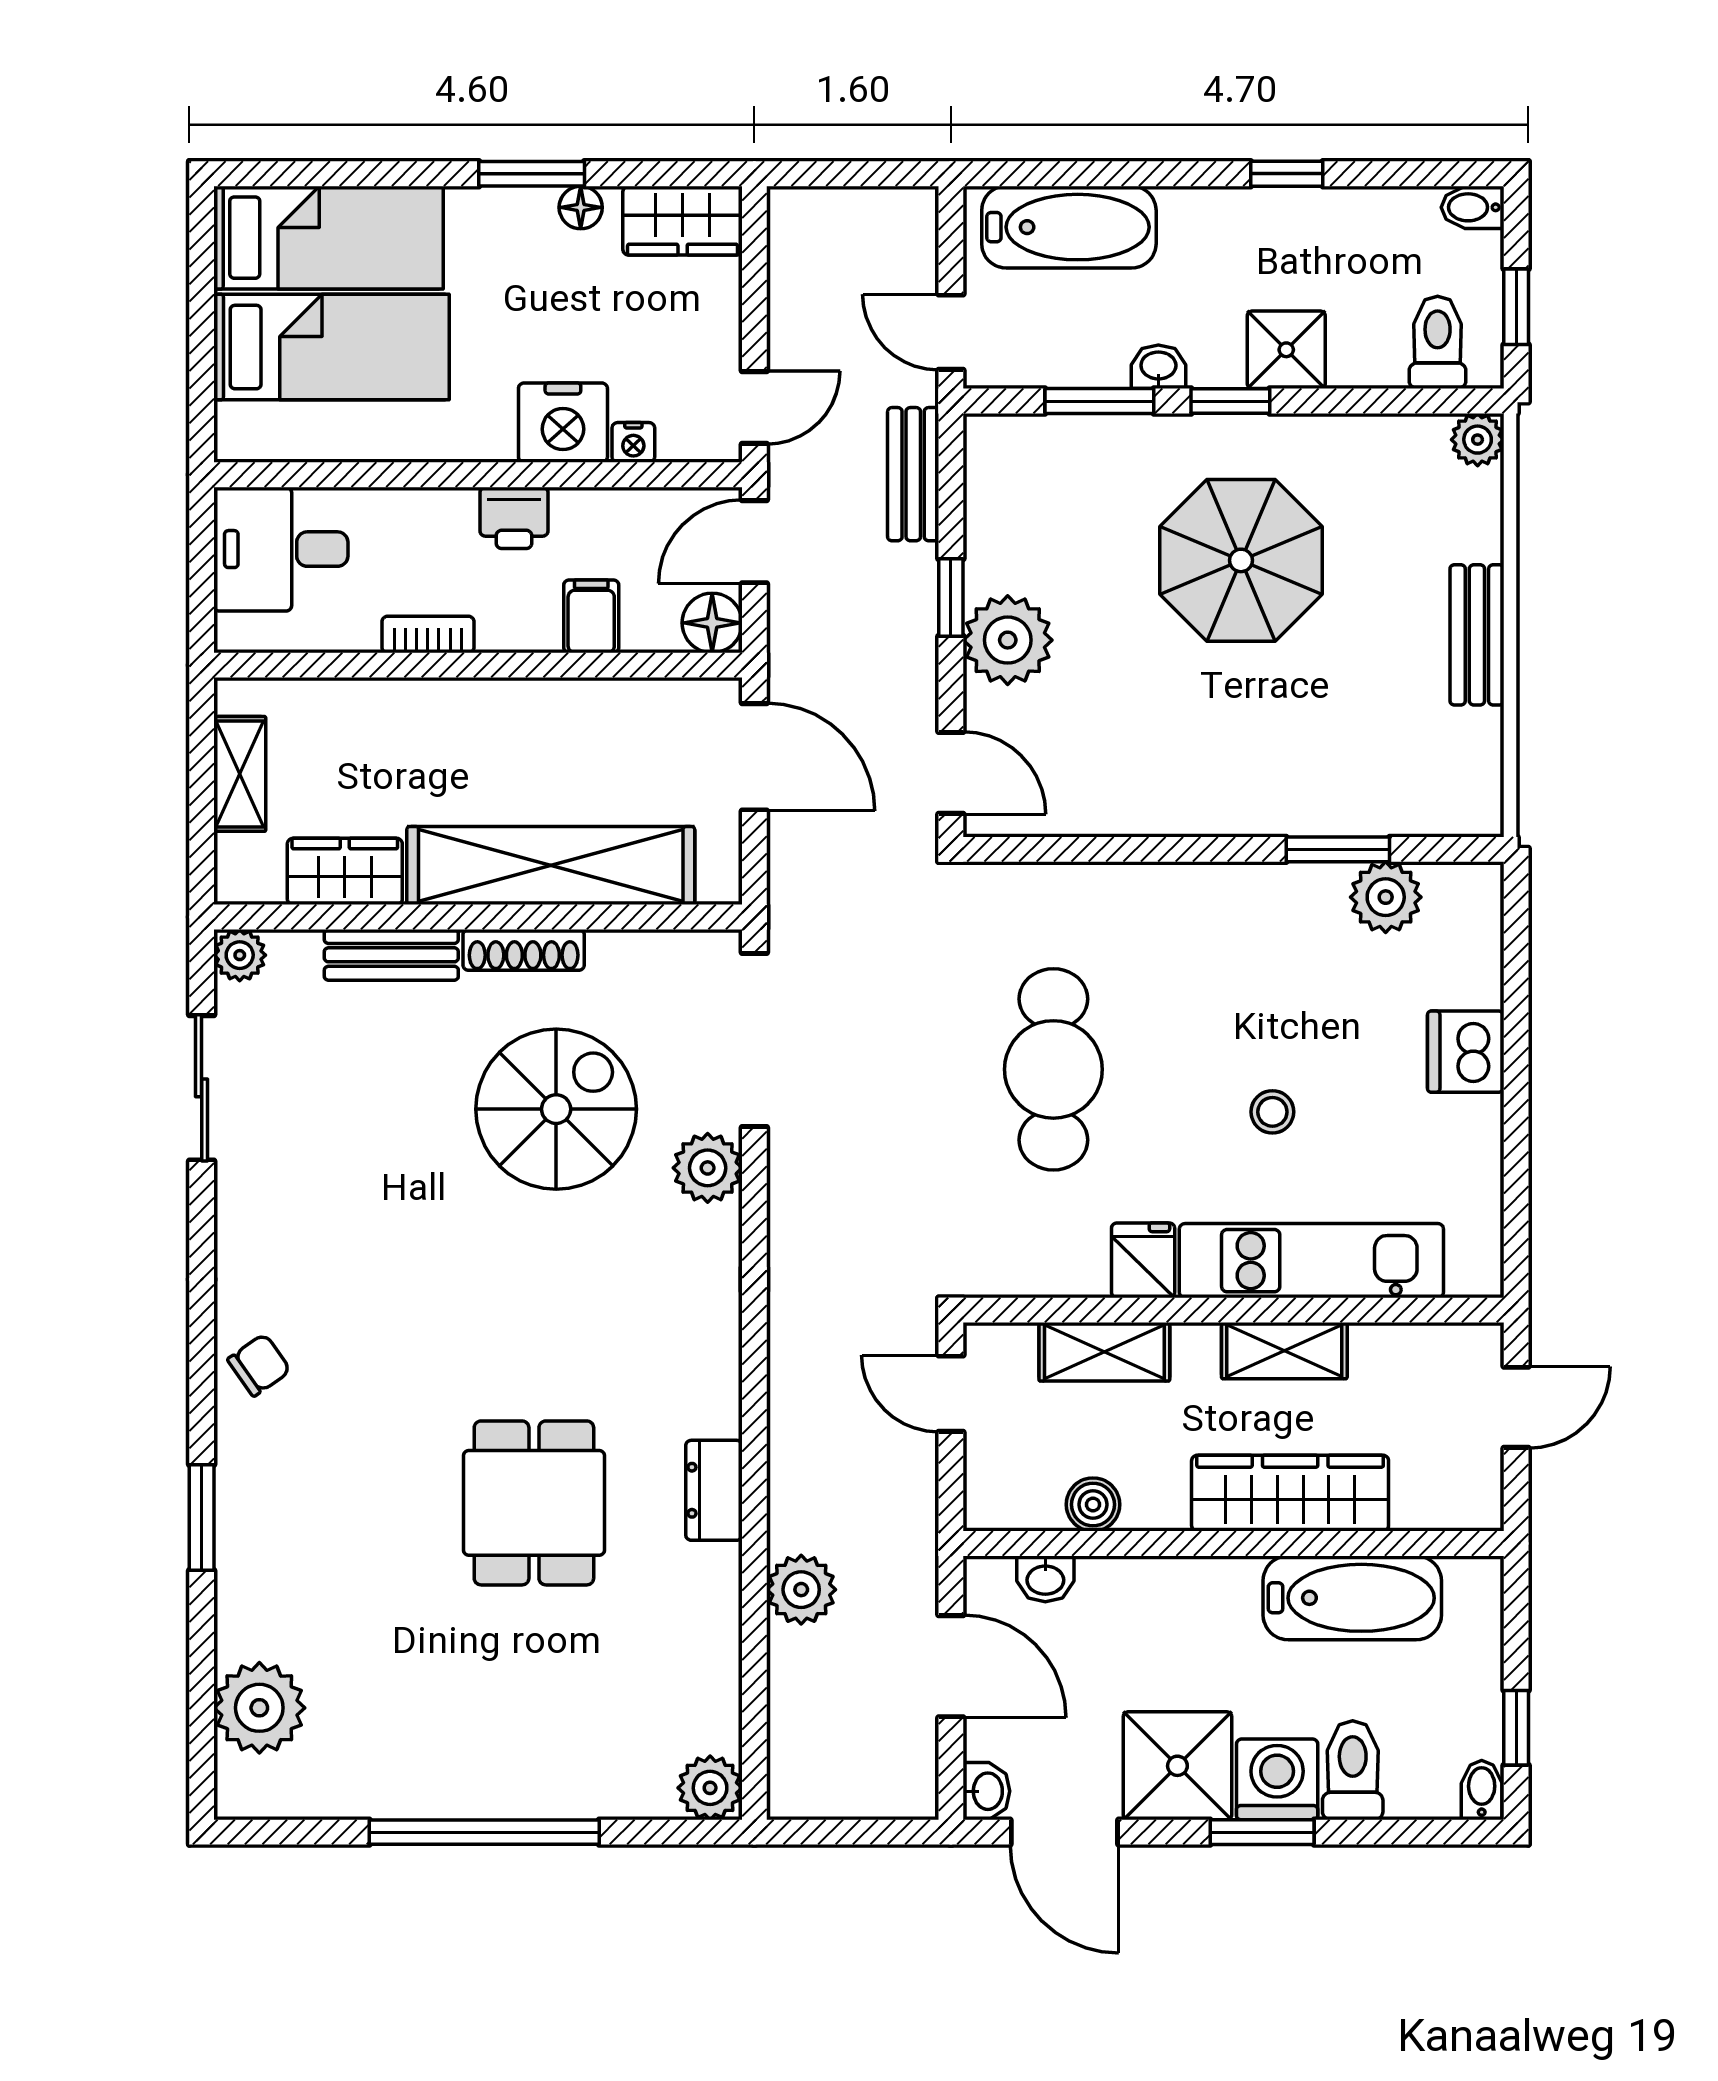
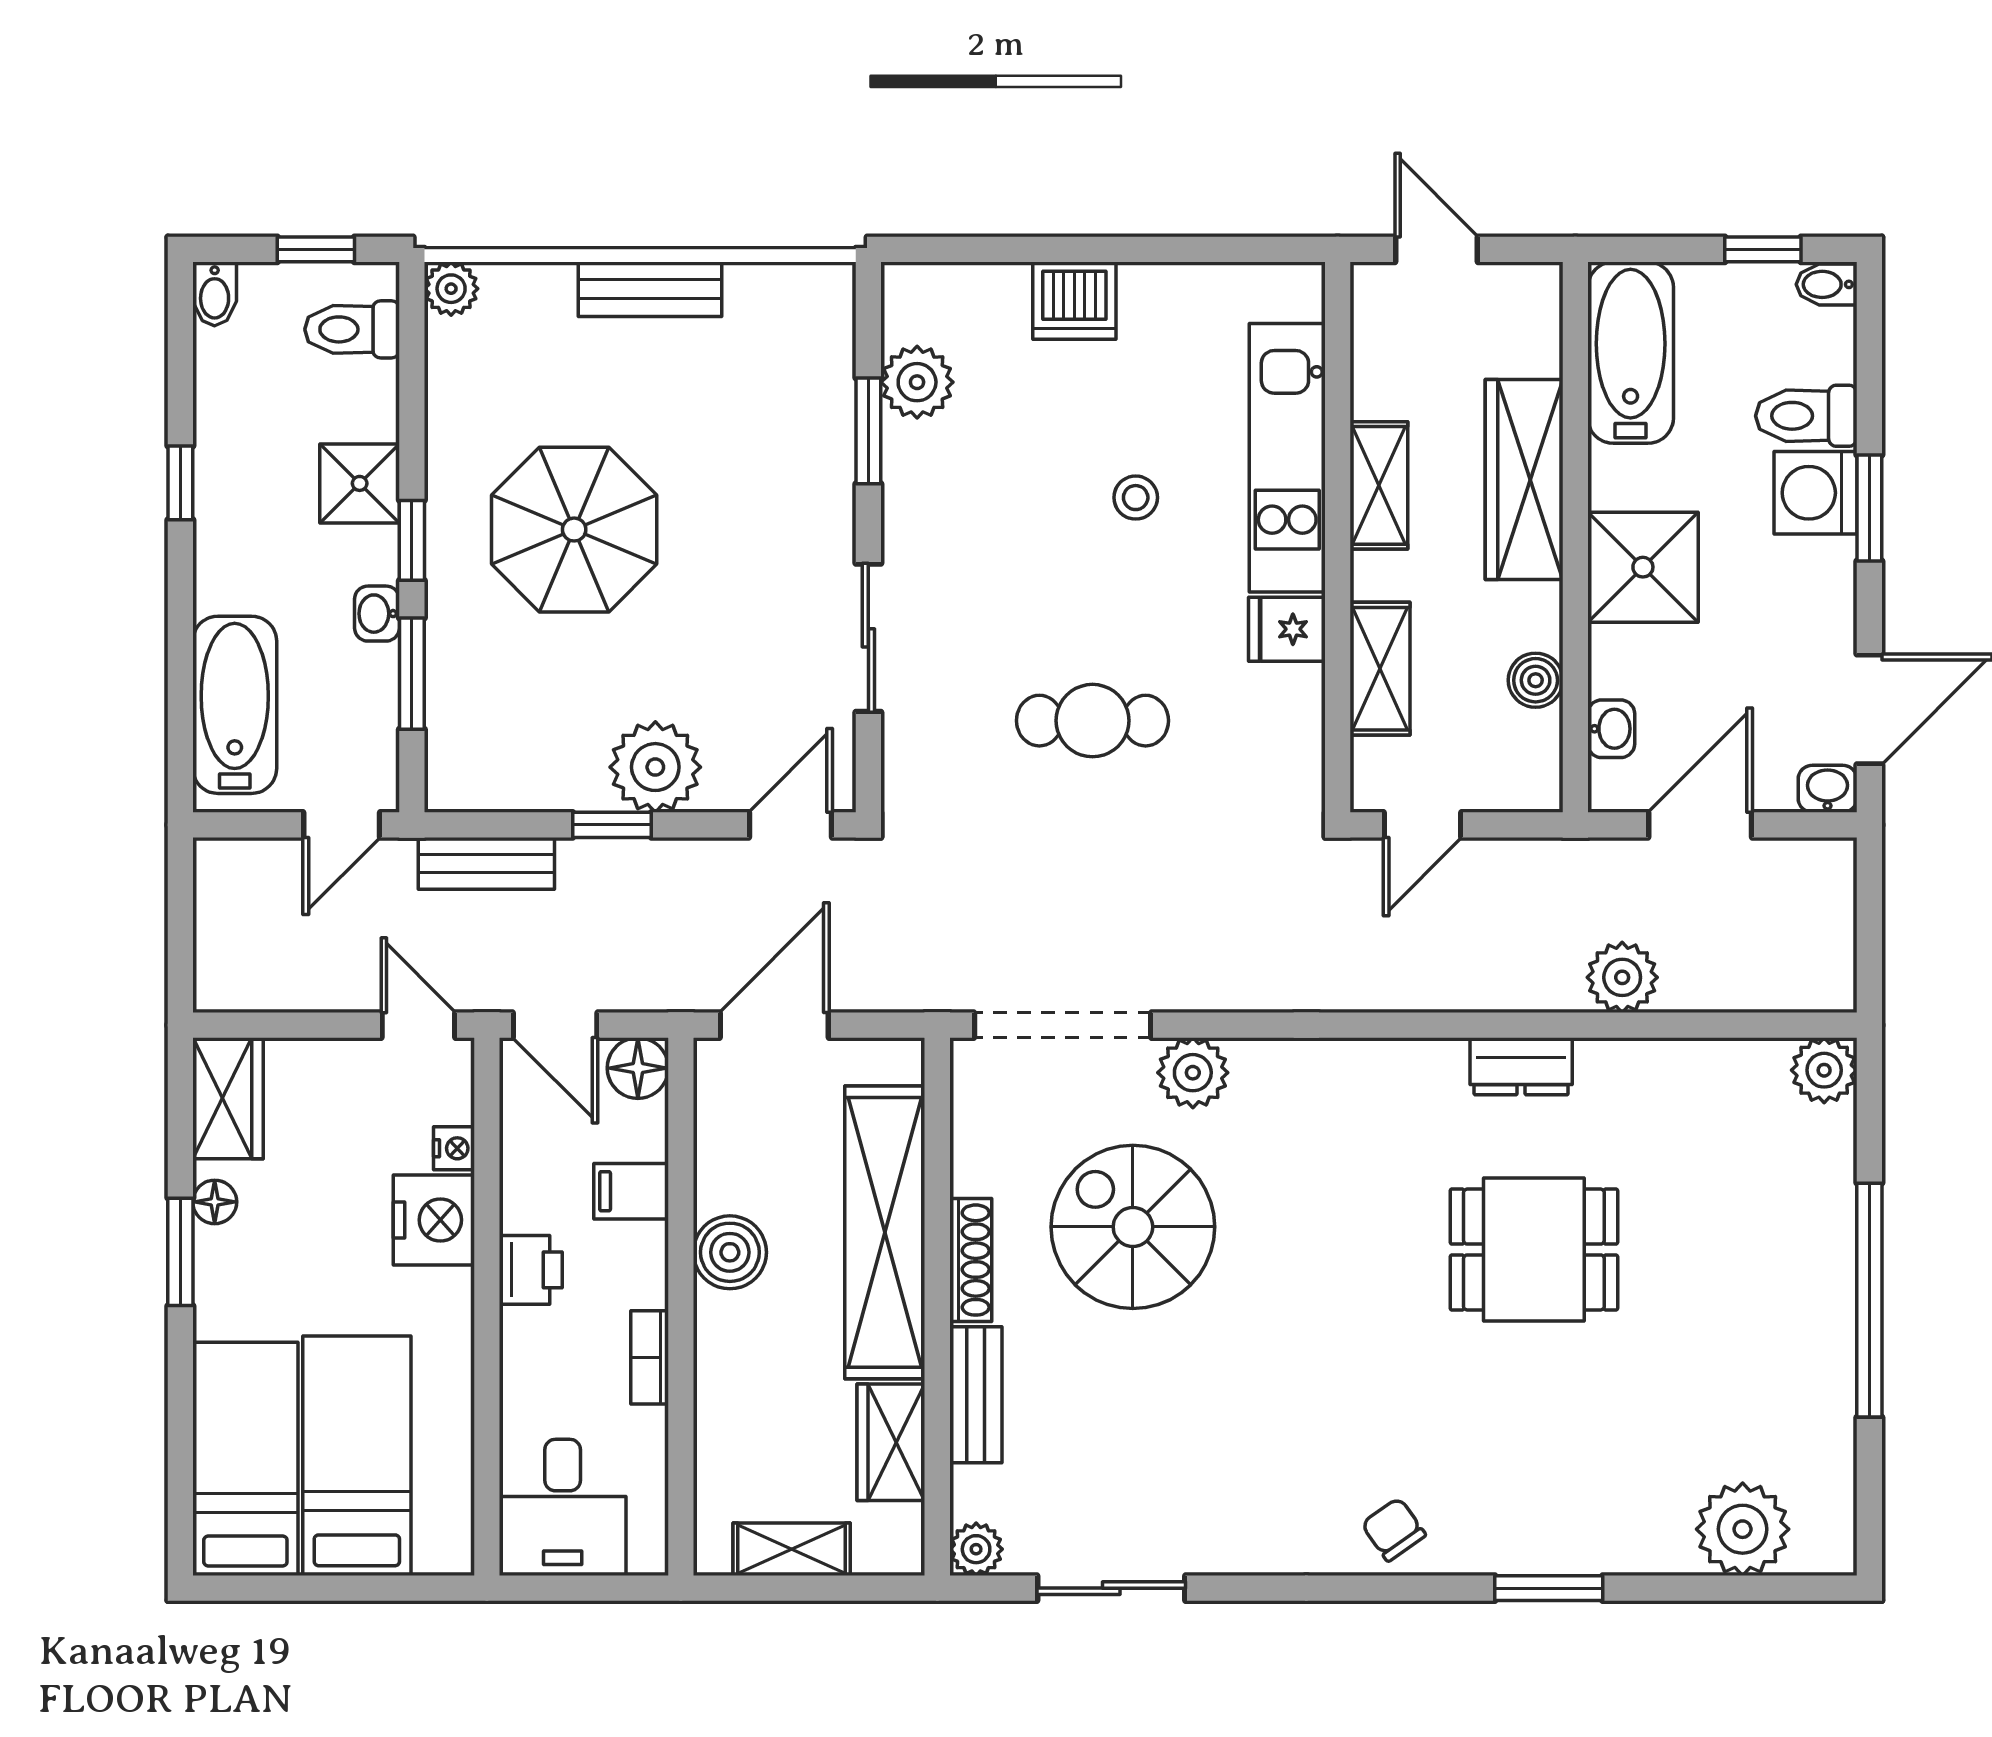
boiler: (531, 713) -> (730, 1252), added
sliding door: (1135, 849) -> (868, 638), added
cafe table: (1053, 1069) -> (1092, 721), width x0.73, depth x0.74
bathtub: (1352, 1598) -> (1631, 353), moved
shower: (1177, 1766) -> (1643, 567), moved

